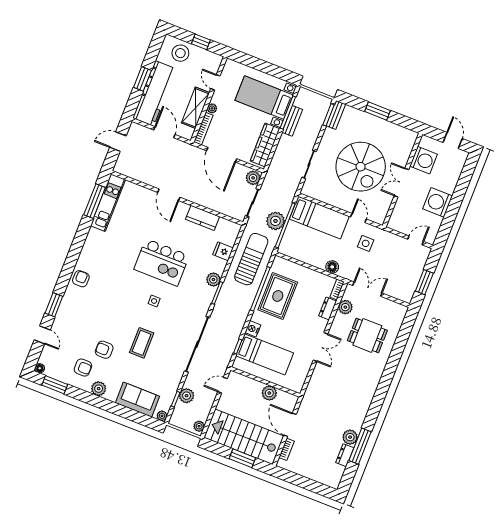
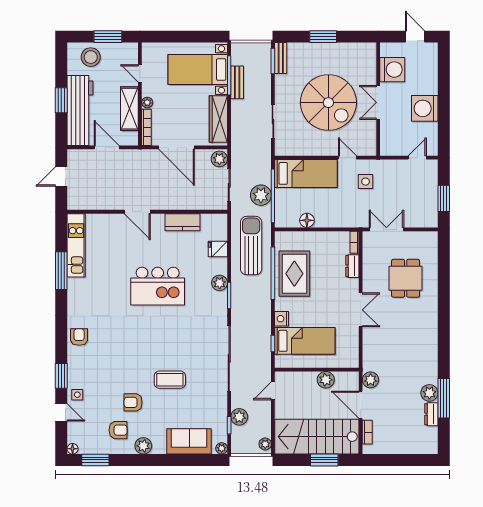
window: (201, 42) -> (108, 37), width x1.50
window: (95, 201) -> (61, 271), moved
floor lamp: (332, 267) -> (307, 220), moved
side table: (154, 301) -> (77, 395), moved
plant: (345, 307) -> (371, 380), moved
dining table: (367, 335) -> (406, 278), turned 90
coffee table: (142, 343) -> (170, 380), turned 90

